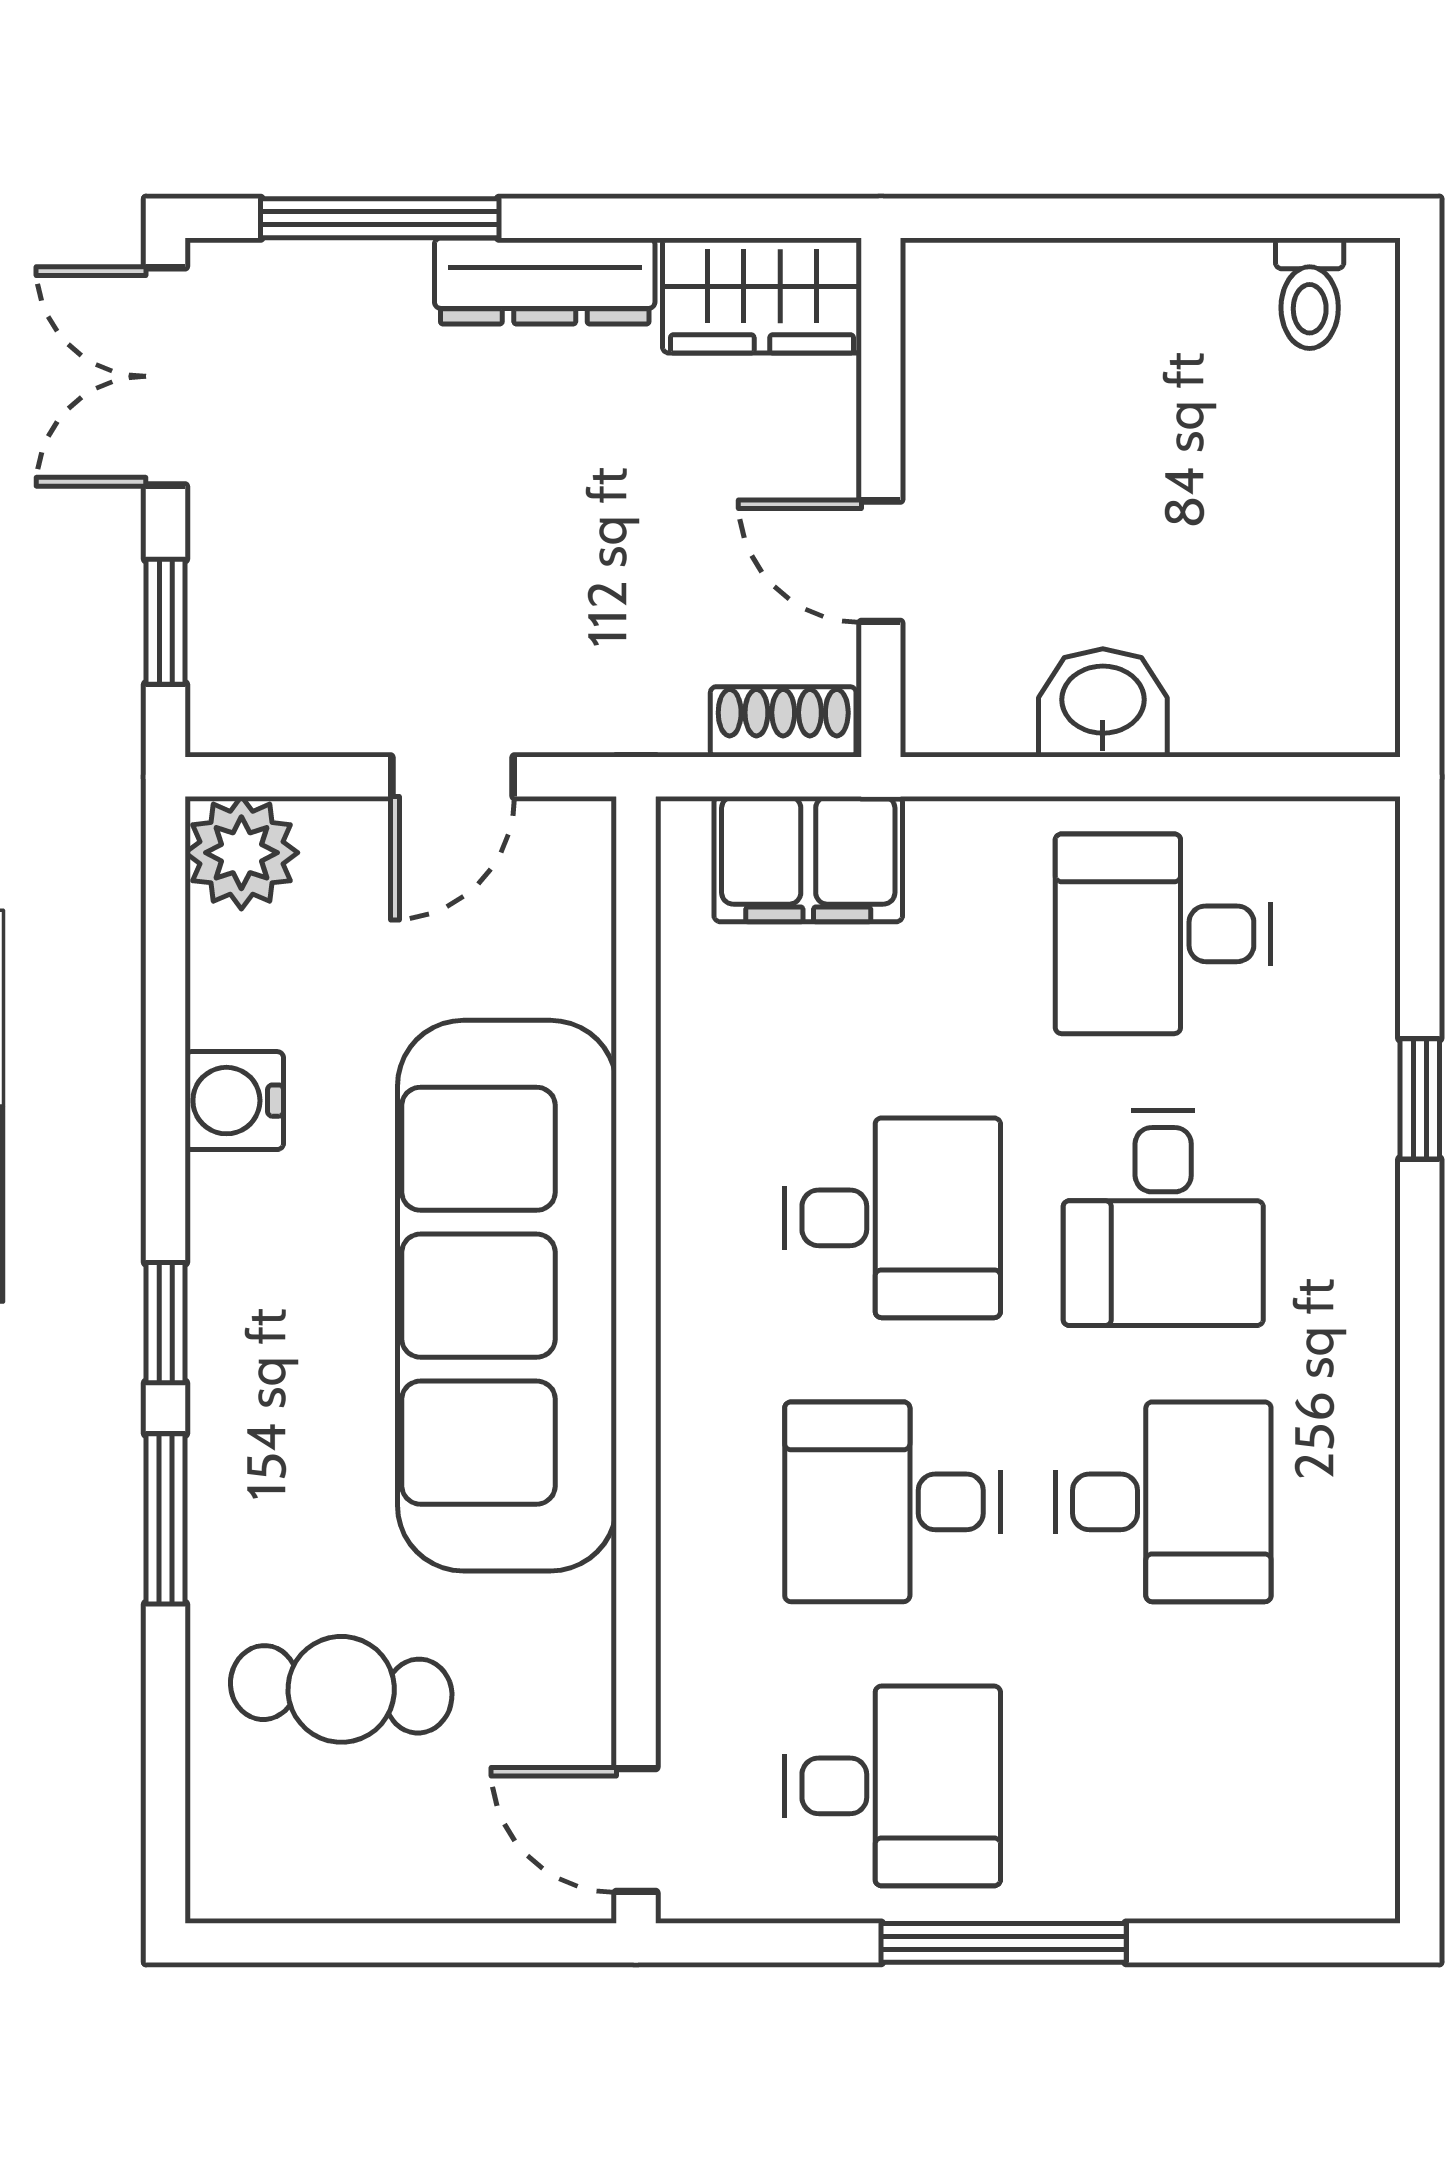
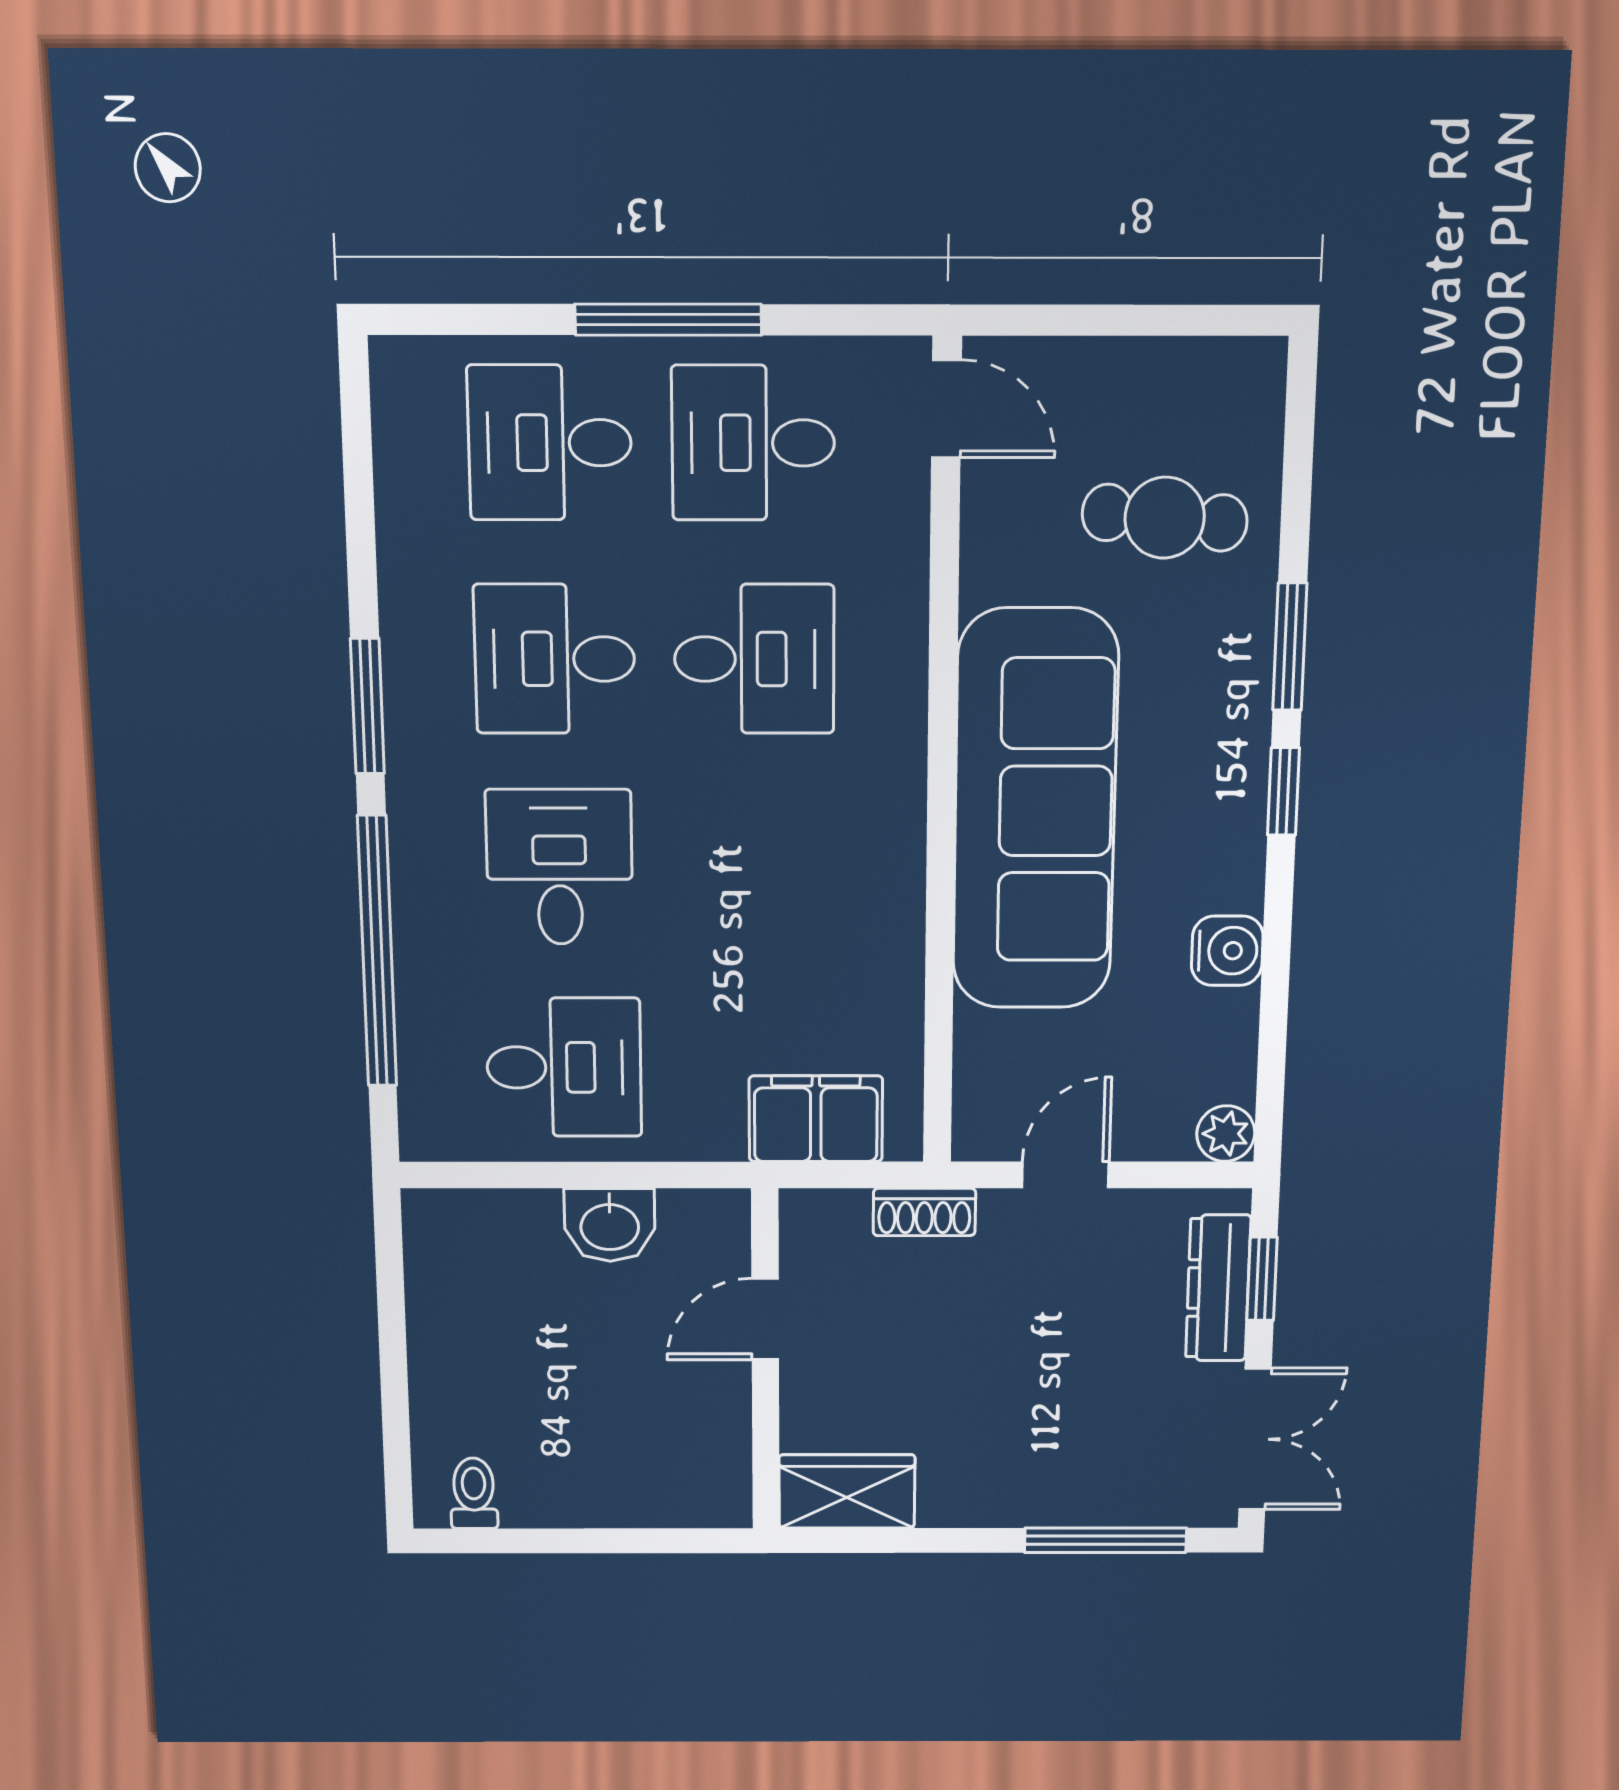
dresser: (545, 281) -> (1218, 1288), moved, turned -90
door: (881, 561) -> (765, 1319), swing flipped
shoe rack: (783, 722) -> (924, 1212), moved
plant: (241, 853) -> (1226, 1134), width x0.73, depth x0.73
window: (1420, 1099) -> (377, 952), width x3.17
desk: (893, 1218) -> (550, 443), moved
window: (1420, 1438) -> (367, 706), added

